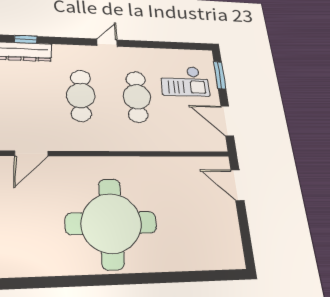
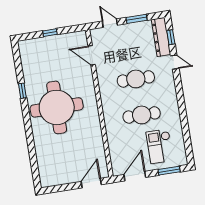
door: (107, 43) -> (175, 62), moved
window: (74, 281) -> (22, 91), added

